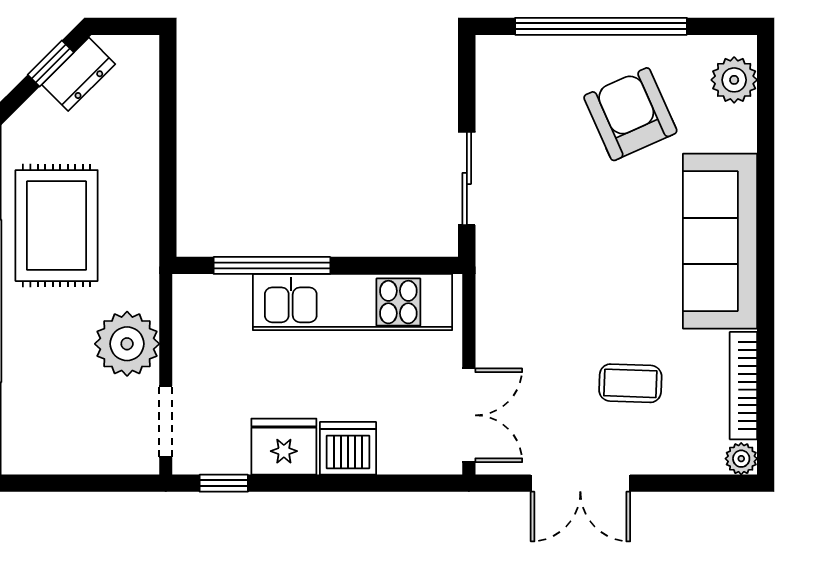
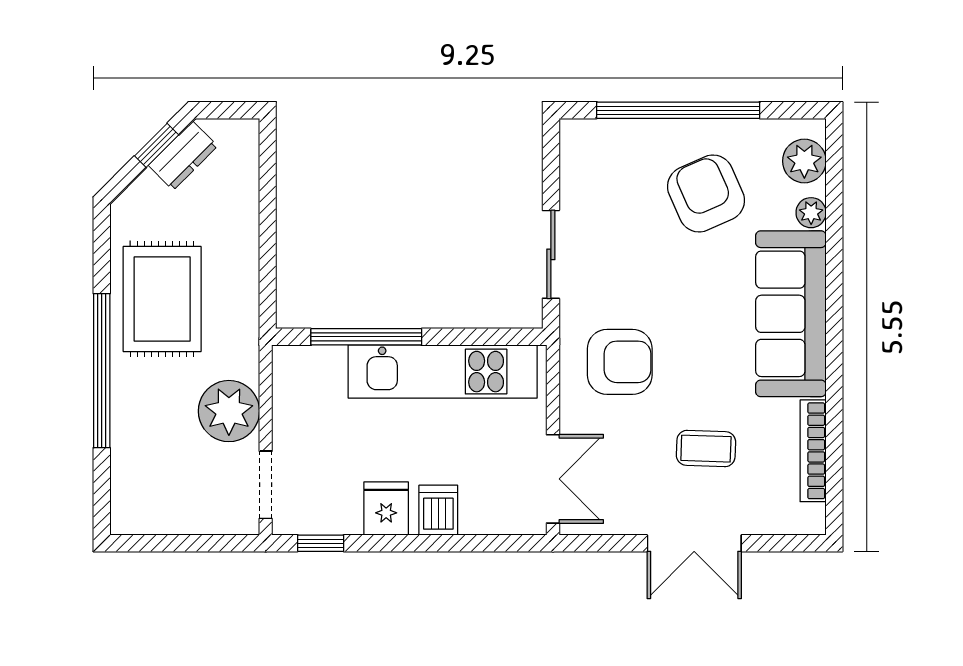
armchair: (539, 292) -> (620, 362), added
fridge: (284, 447) -> (386, 509), width x0.72
dishwasher: (348, 448) -> (438, 510), width x0.73
plant: (741, 459) -> (811, 213), moved
double door: (580, 483) -> (694, 543), moved

